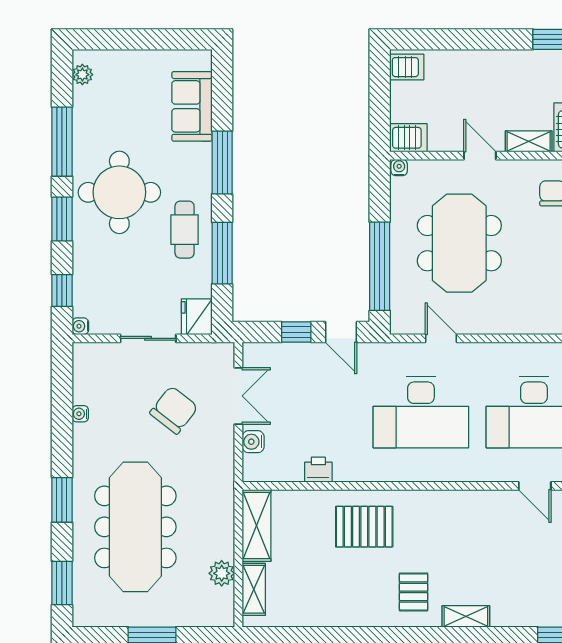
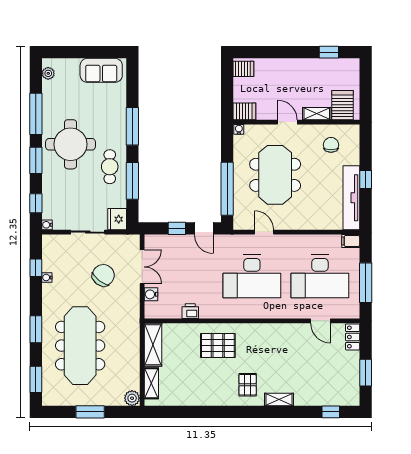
sofa: (192, 106) -> (101, 70), moved, turned -90
window: (62, 397) -> (36, 268), added
plant: (222, 573) -> (132, 398), moved

